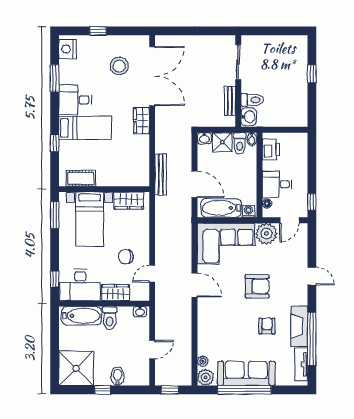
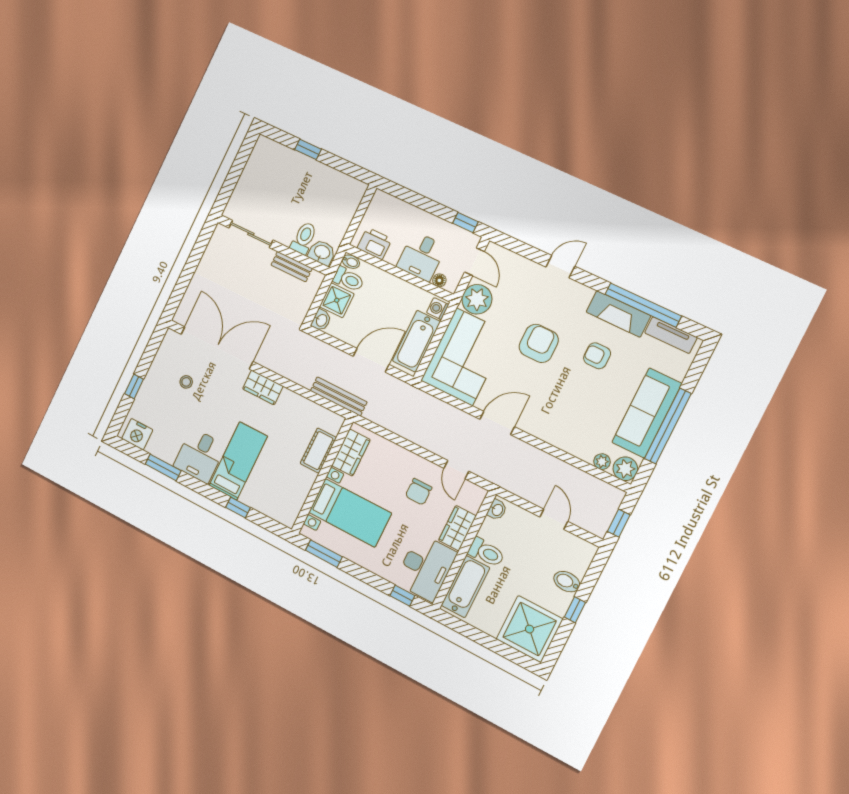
stool: (119, 66) -> (186, 382), width x0.53, depth x0.53
cot: (81, 178) -> (318, 451), moved

